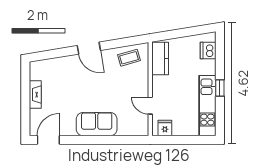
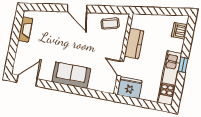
kitchen counter: (160, 58) -> (134, 44), moved
fireplace: (35, 95) -> (25, 29), moved
fridge: (165, 128) -> (130, 88), width x1.88, depth x1.34

